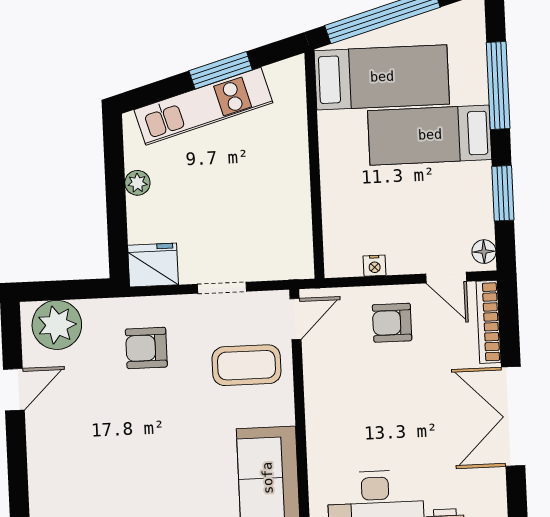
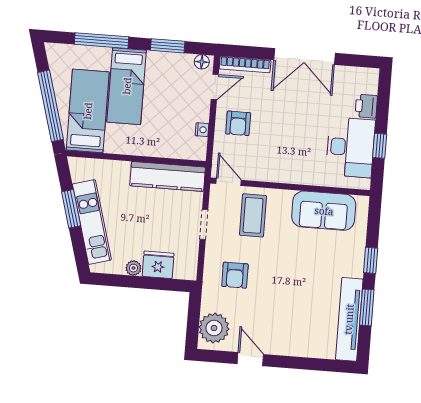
kitchen counter: (292, 219) -> (168, 176), added
fridge: (153, 265) -> (158, 265), moved, turned 90

